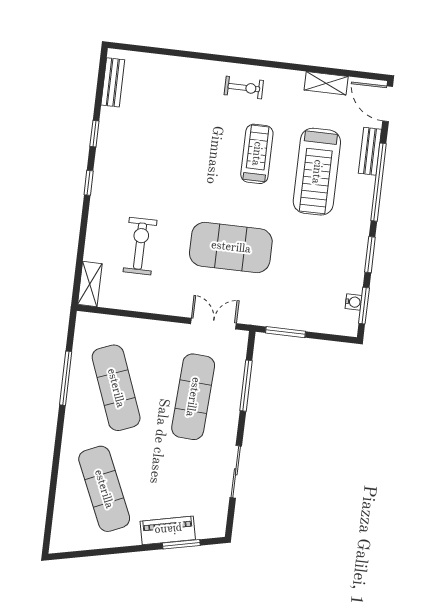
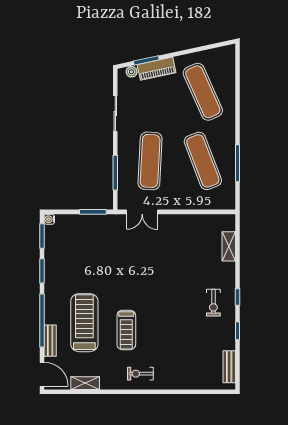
exercise bike: (140, 246) -> (213, 303), moved, width x0.73, depth x0.72
exercise mat: (231, 247) -> (136, 265), removed
shelving: (90, 284) -> (229, 246), moved
water cooler: (354, 302) -> (49, 219), moved
plant: (205, 530) -> (132, 72), added

